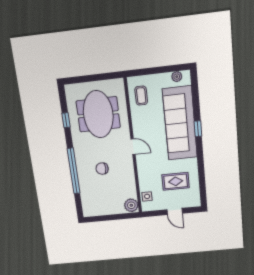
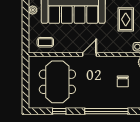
meeting table: (98, 114) -> (57, 82), turned 90
chair: (102, 169) -> (123, 81), moved

